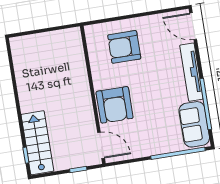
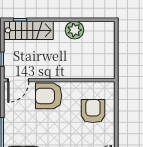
plant: (28, 86) -> (74, 30), added

